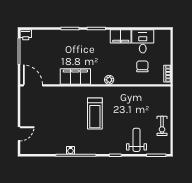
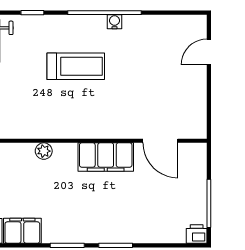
door: (33, 85) -> (160, 141), moved
treadmill: (95, 113) -> (76, 66), moved, turned 90

